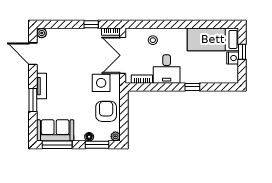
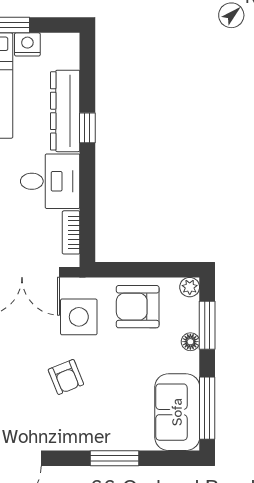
dresser: (201, 76) -> (65, 111), added
armchair: (72, 77) -> (66, 377), added
tv unit: (42, 86) -> (85, 440), removed

